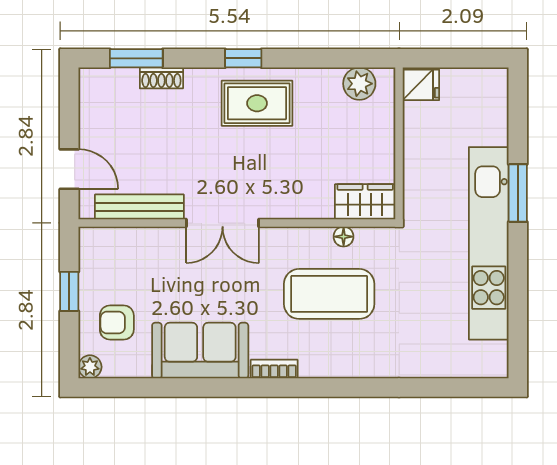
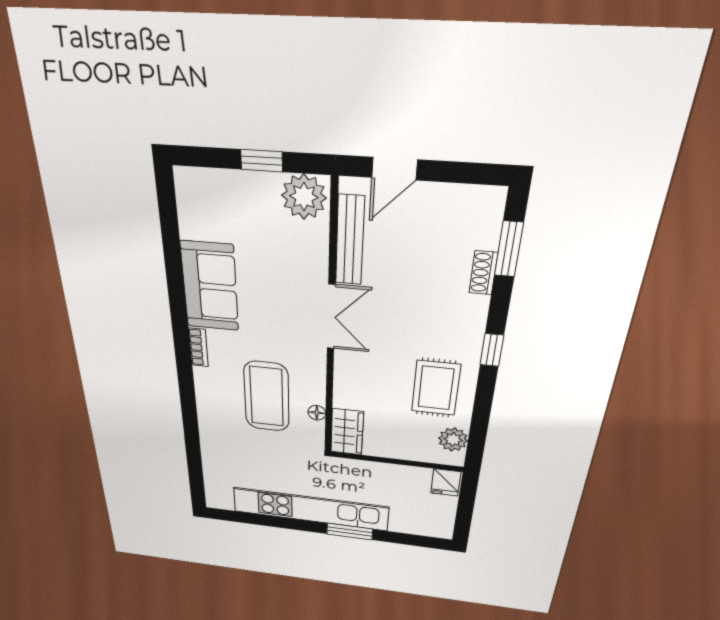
rug: (257, 103) -> (436, 388), moved
double door: (223, 223) -> (331, 317), swing flipped
armchair: (117, 323) -> (232, 209), removed
plant: (90, 367) -> (304, 197), moved, width x1.88, depth x1.88

